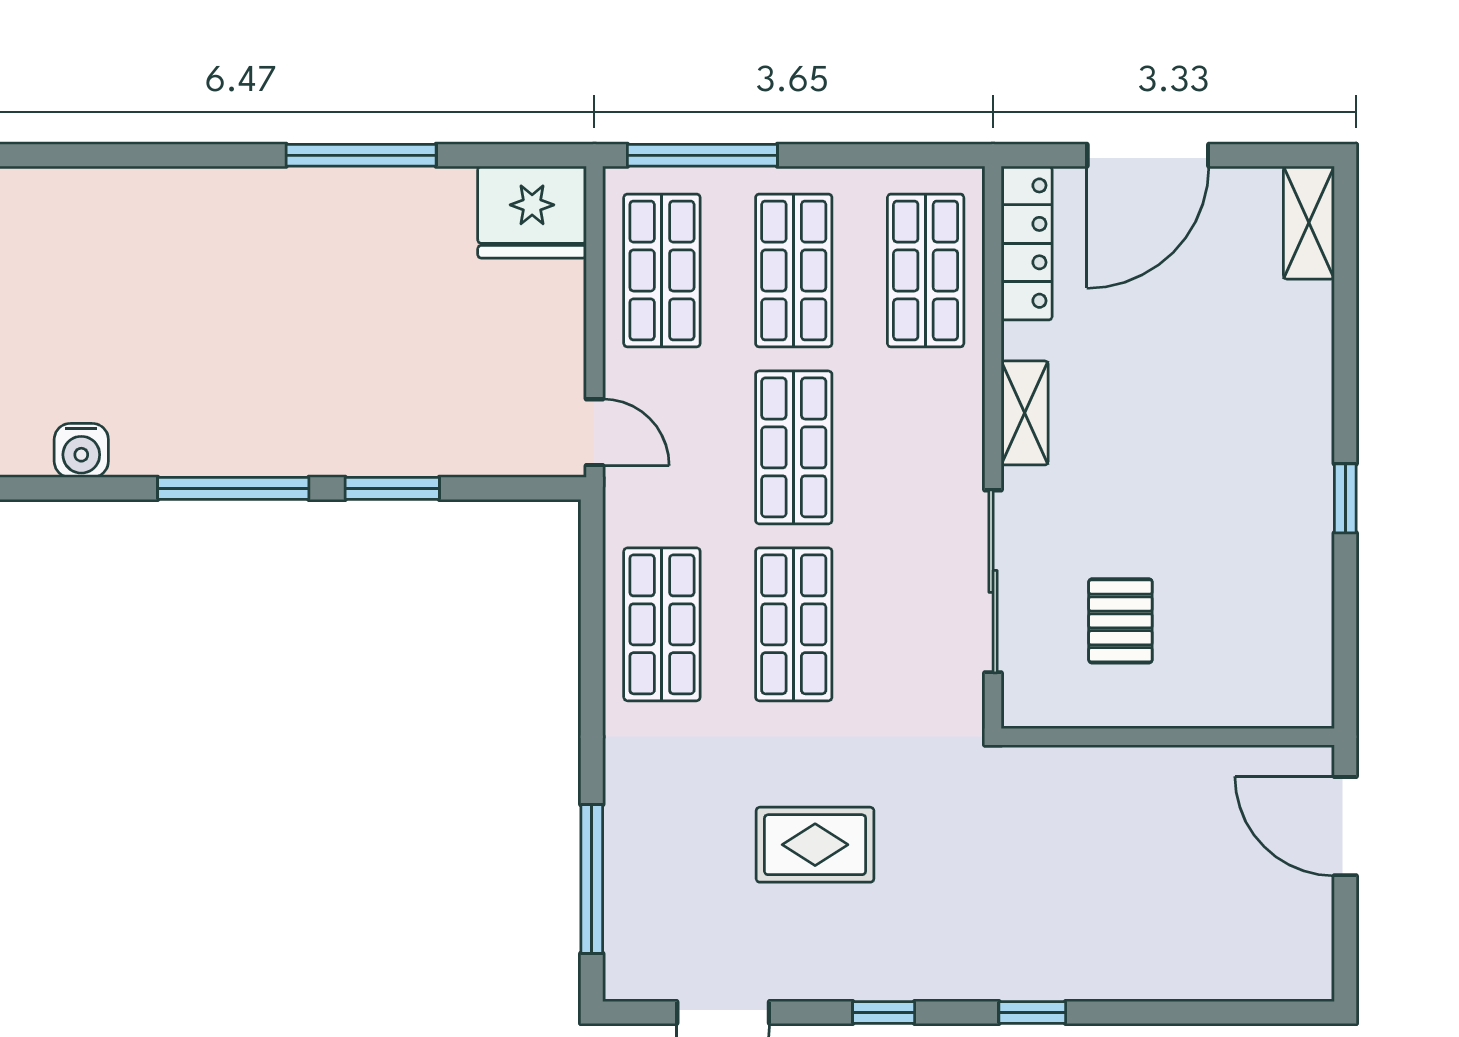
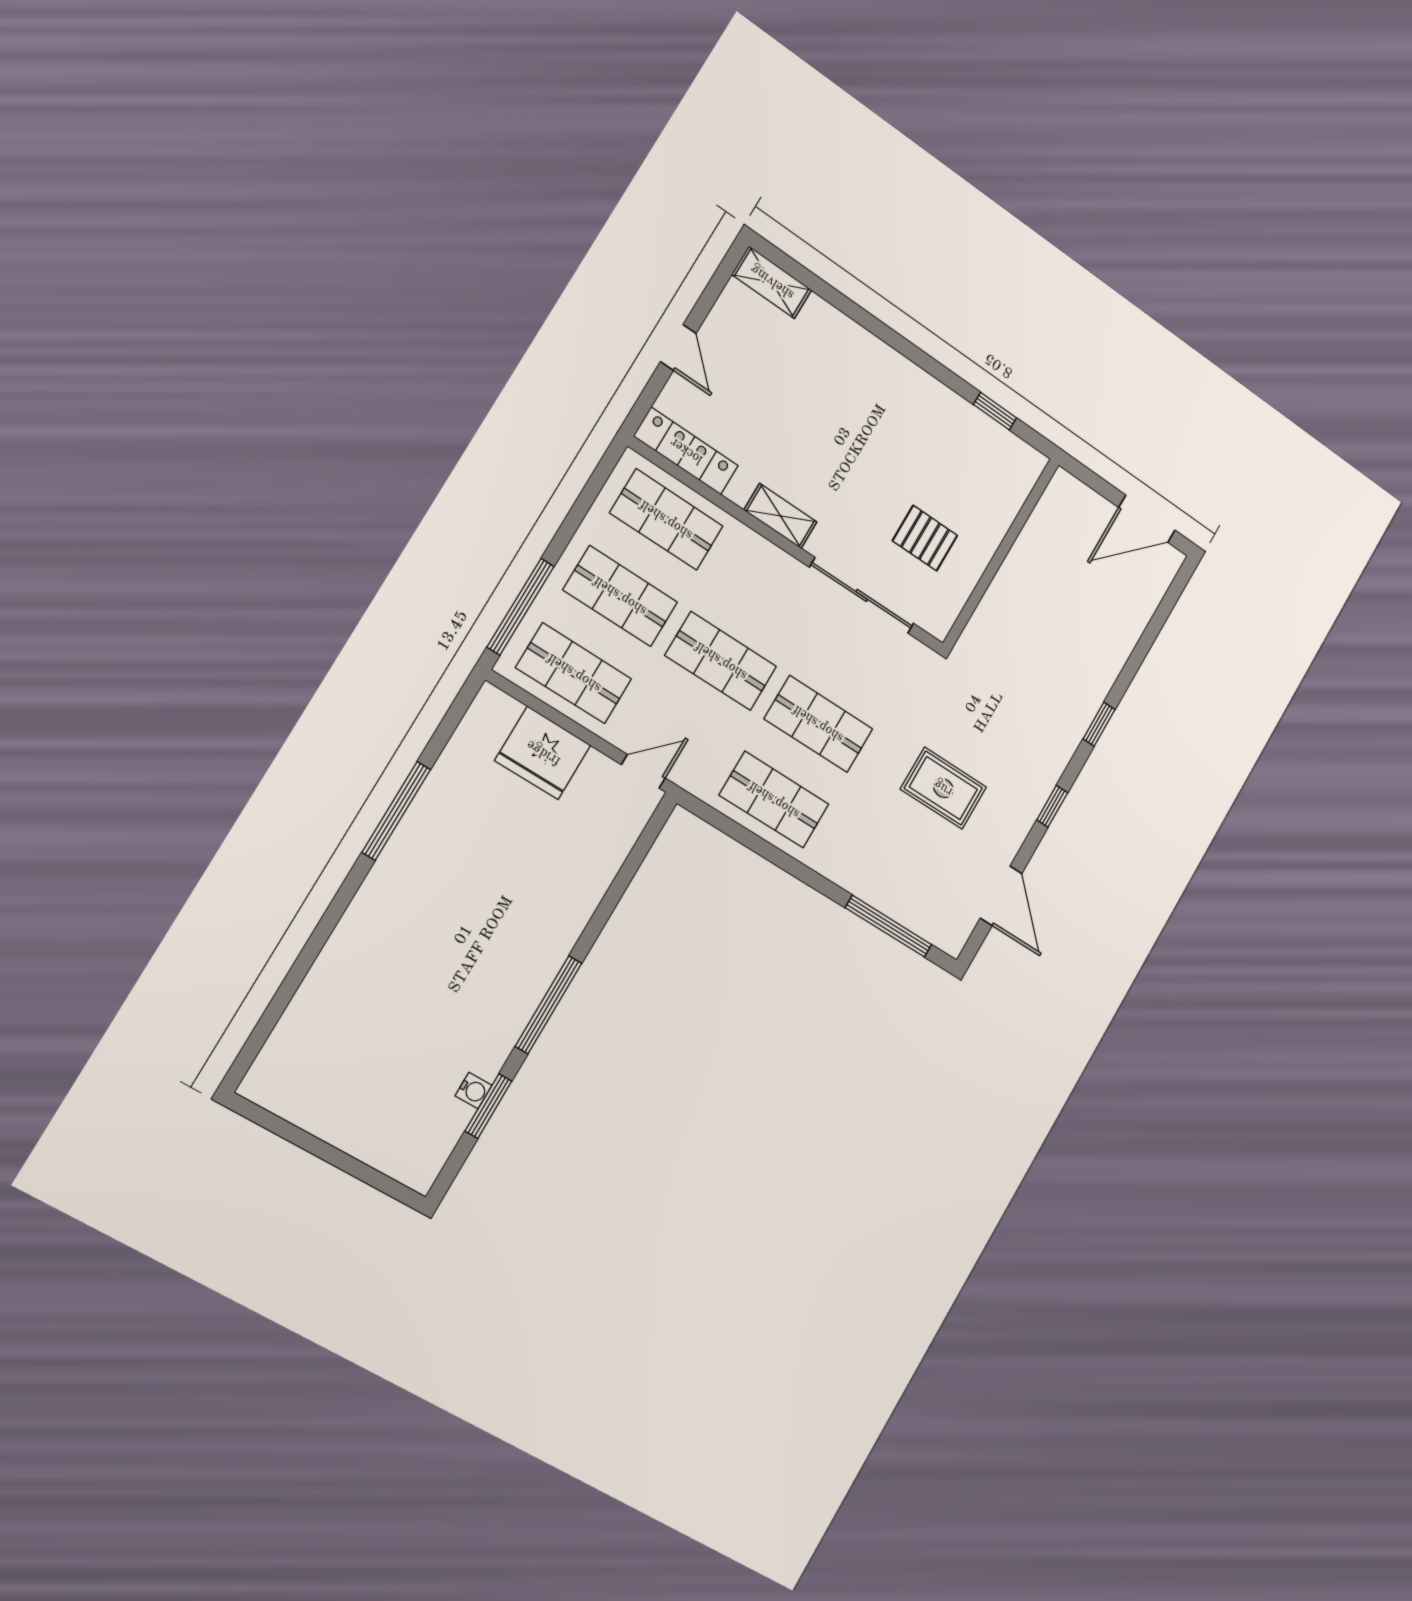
door: (1148, 155) -> (678, 348), width x0.53
fridge: (532, 212) -> (543, 753), moved, turned 90
water cooler: (81, 450) -> (473, 1091), width x0.72, depth x0.72
window: (392, 488) -> (488, 1106), moved
window: (1345, 498) -> (995, 411), moved
door: (1345, 826) -> (1147, 519), moved
rug: (815, 845) -> (943, 788), turned 90

